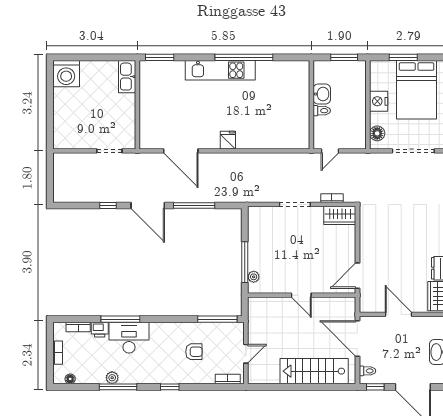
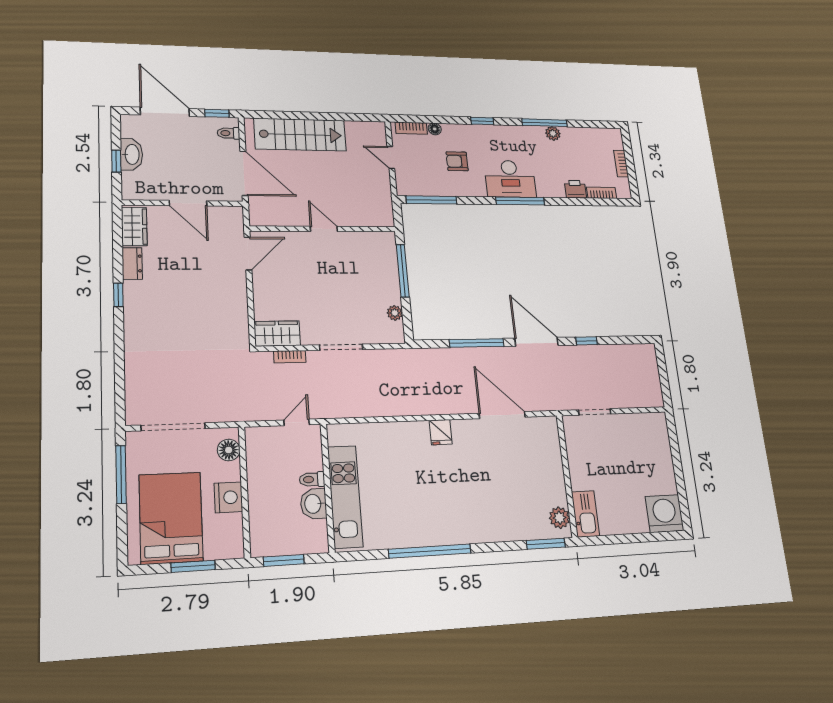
kitchen unit: (220, 70) -> (345, 496), moved, turned 90
plant: (147, 75) -> (560, 518), added
plant: (254, 277) -> (395, 313), moved
window: (120, 319) -> (520, 201), moved
desk: (129, 338) -> (510, 179), moved
door: (246, 354) -> (391, 158), hinge flipped
floor lamp: (70, 379) -> (435, 129), moved

